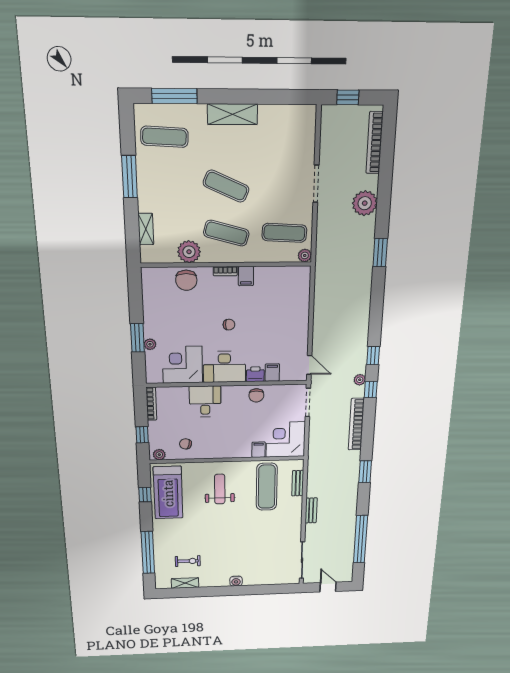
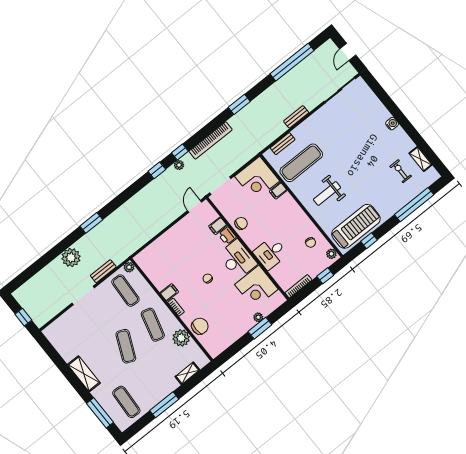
bookcase: (375, 143) -> (34, 281), removed
bench: (323, 226) -> (103, 271), added

